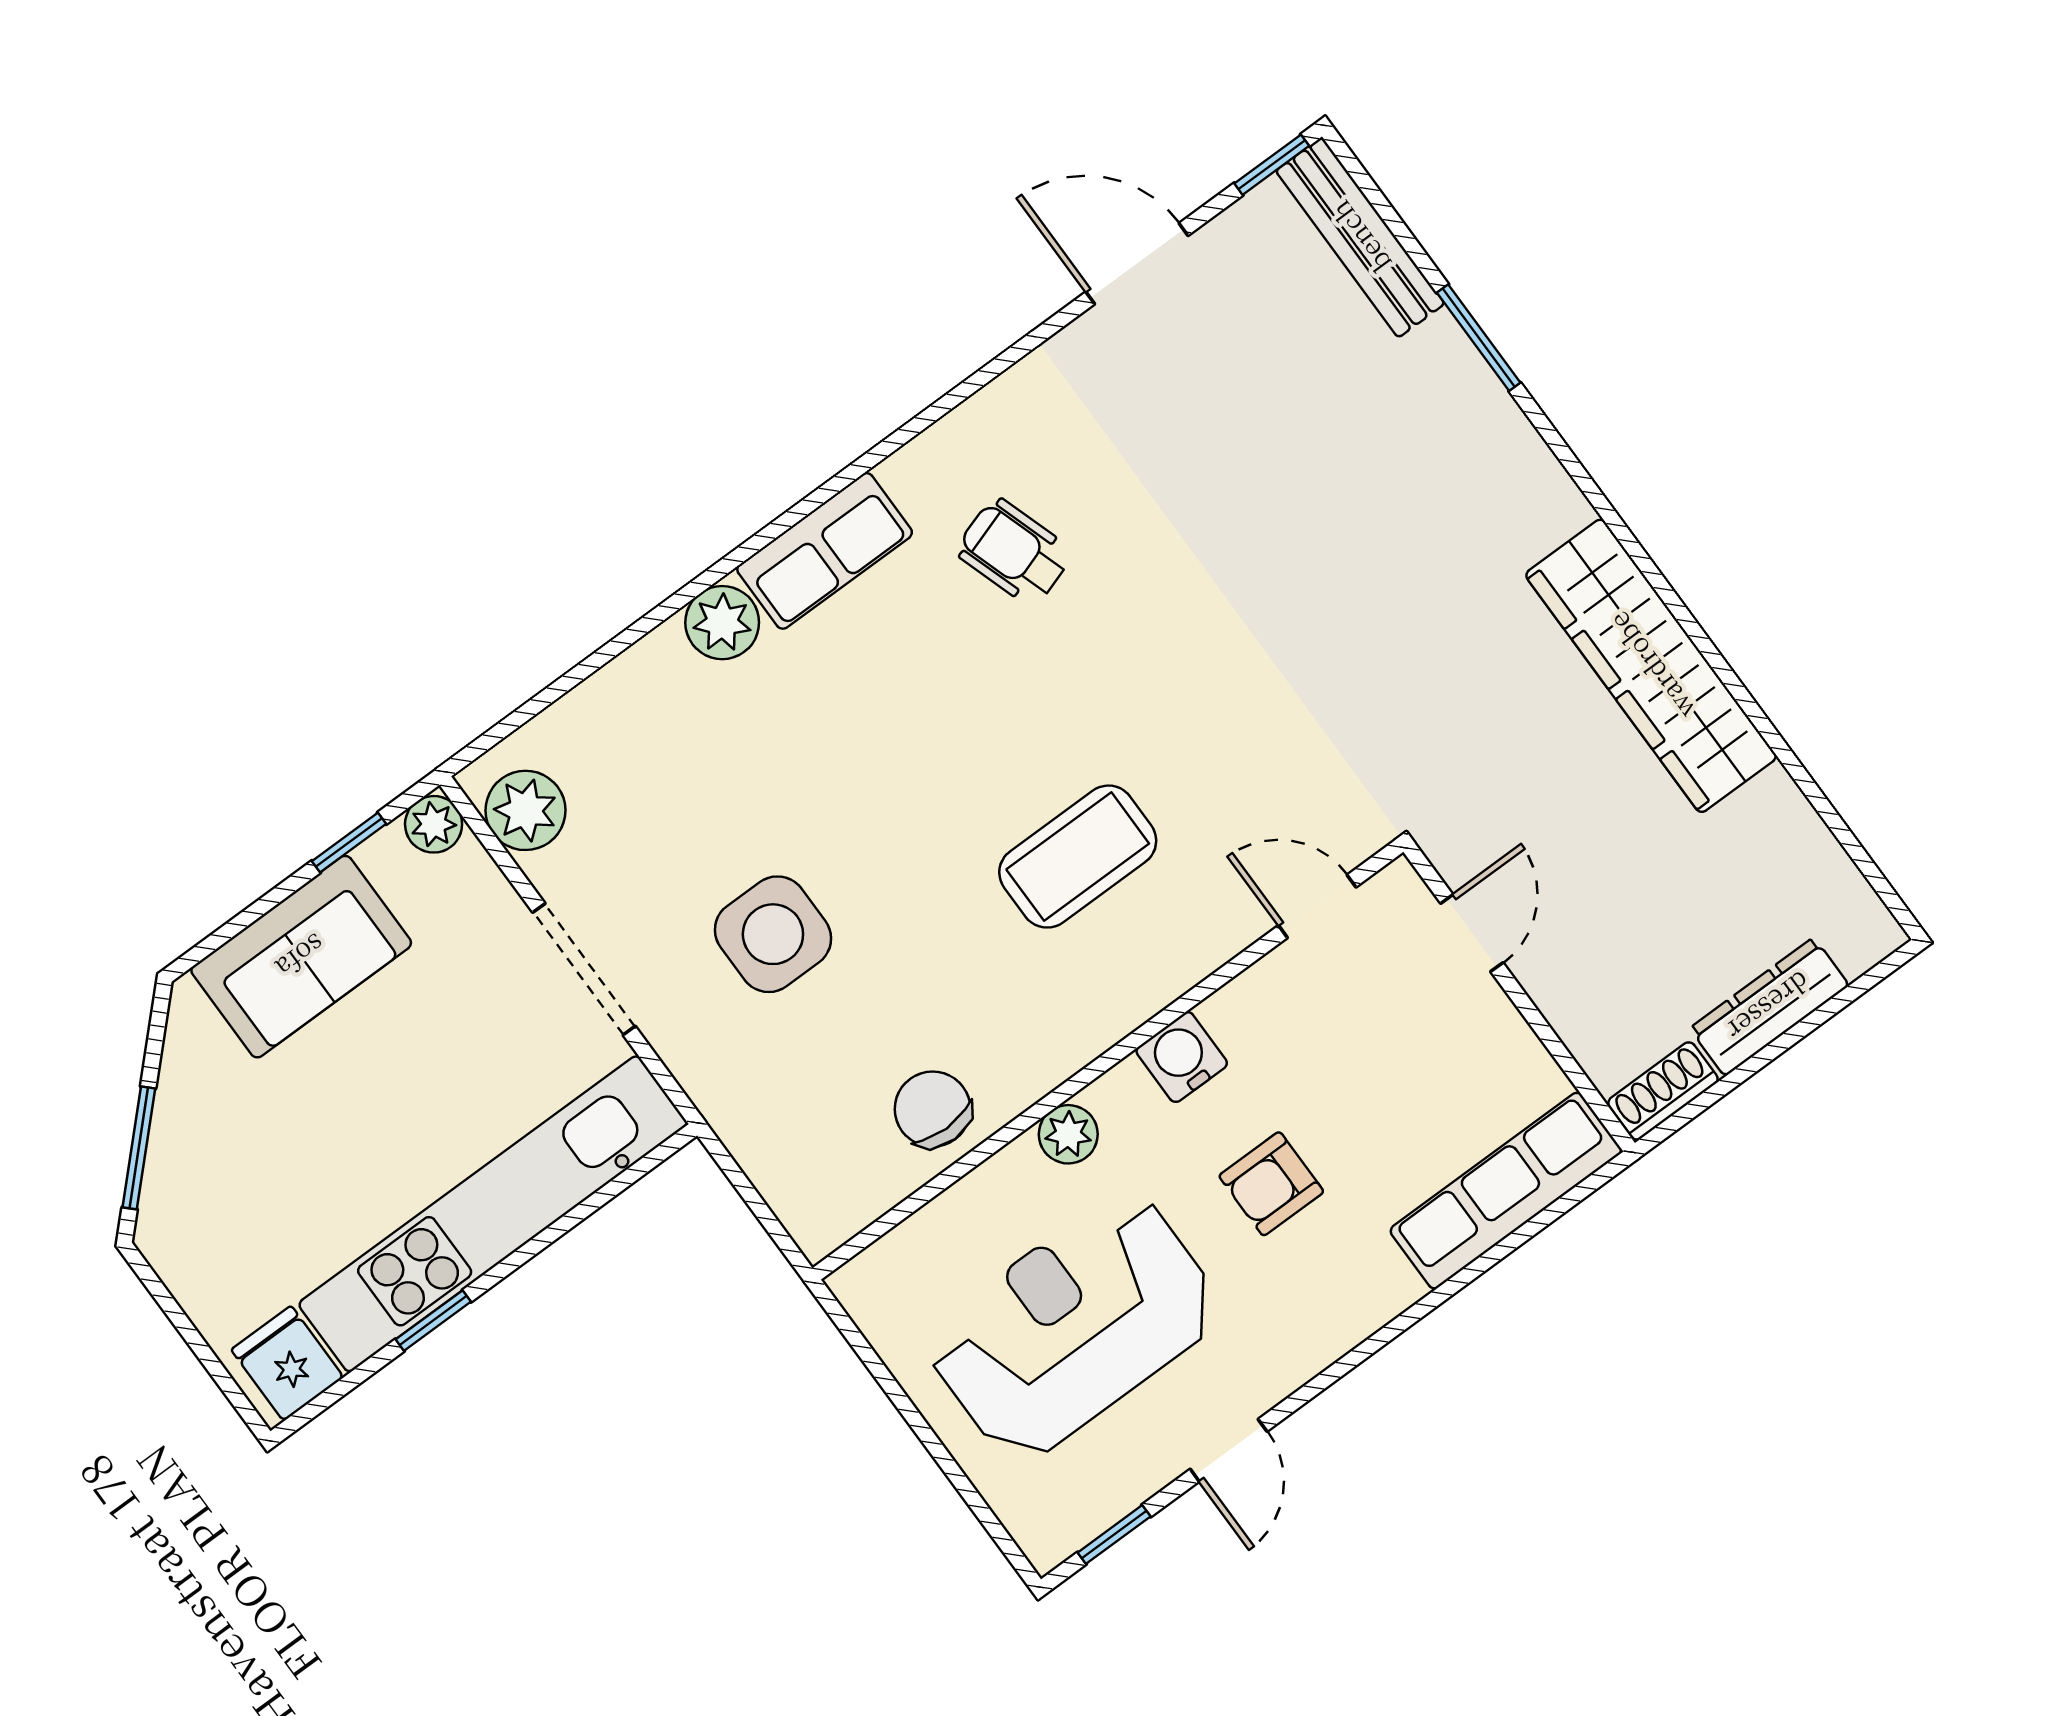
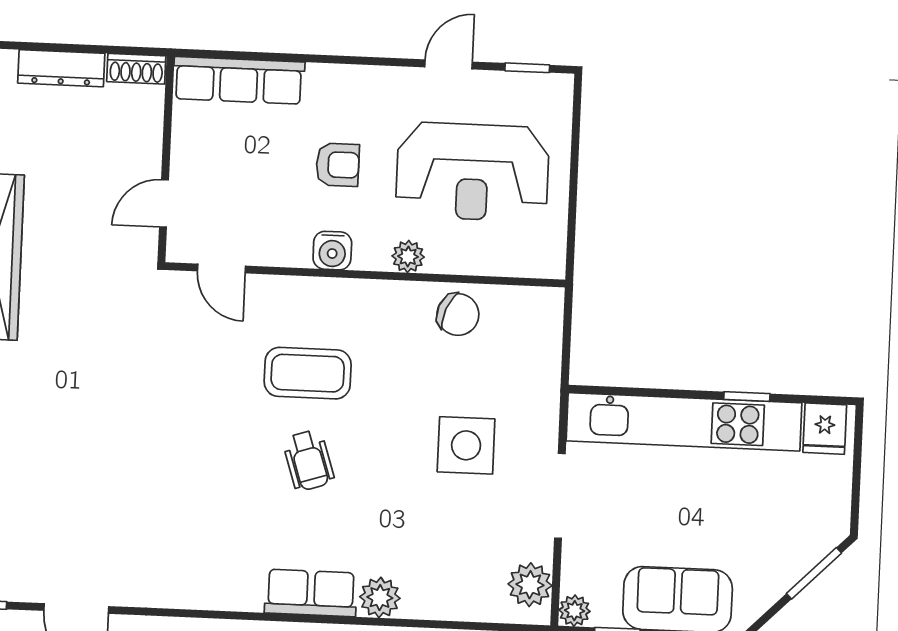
wheelchair: (1014, 552) -> (308, 460), moved
chair: (933, 1109) -> (458, 314), turned -68

